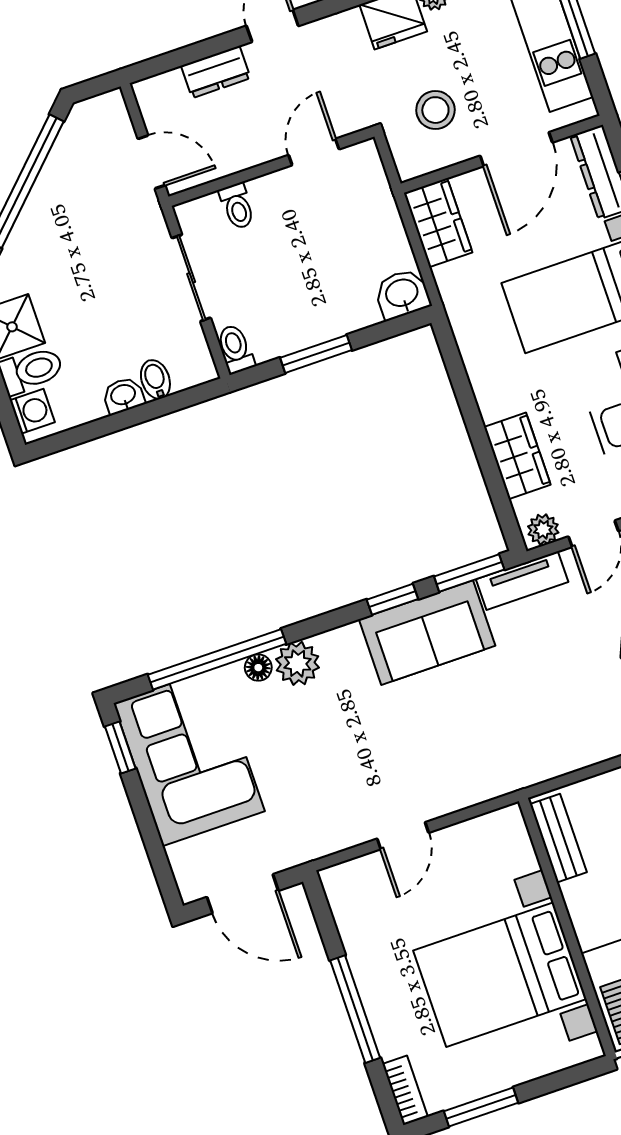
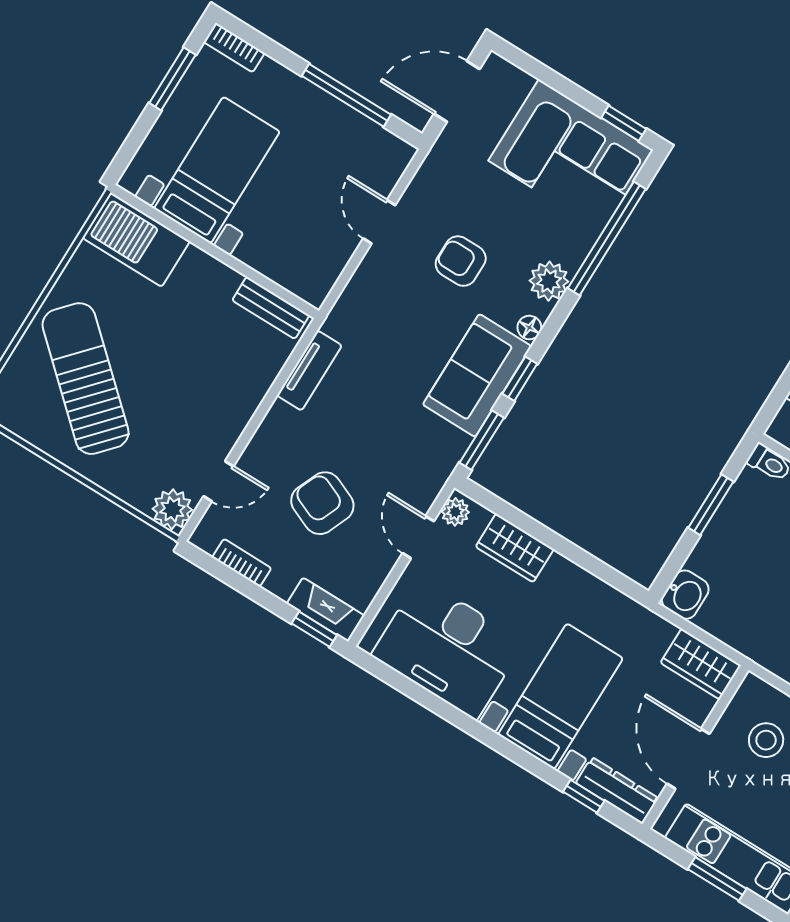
tv unit: (522, 581) -> (309, 370), moved, turned 180
floor lamp: (258, 668) -> (529, 328), moved
armchair: (360, 744) -> (461, 261), added
bed with nightstands: (500, 975) -> (217, 170), width x0.73
window: (355, 1009) -> (346, 95), moved

